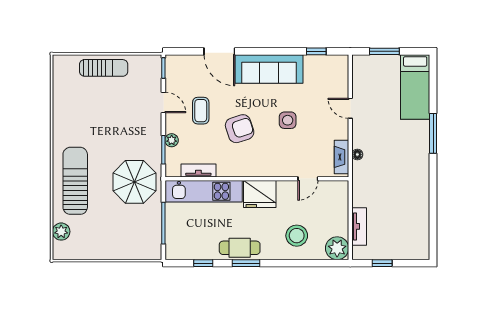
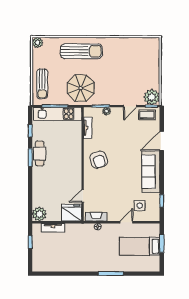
plant: (149, 67) -> (152, 97), added
sun lounger: (104, 68) -> (42, 84), moved
bed: (415, 87) -> (140, 246), moved
coffee table: (201, 111) -> (147, 115), moved
side table: (288, 120) -> (140, 206), moved
armchair: (240, 129) -> (99, 160), moved
door: (308, 179) -> (83, 196), hinge flipped
kitchen unit: (204, 191) -> (58, 114), moved, turned -90
fridge: (260, 194) -> (72, 213), moved, turned 90
plant: (61, 232) -> (38, 43), moved
stool: (297, 236) -> (47, 189), removed

